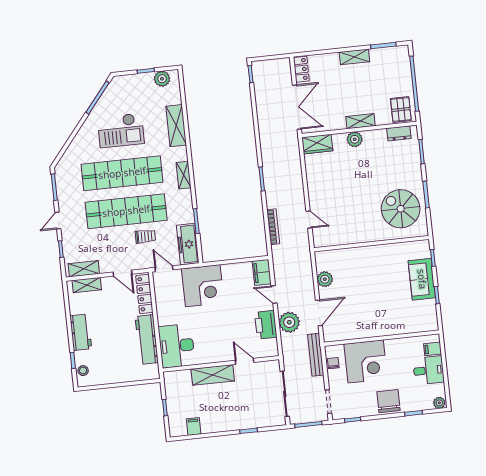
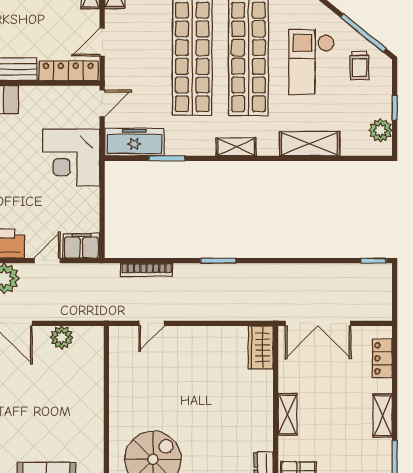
locker: (301, 69) -> (382, 358), moved, turned 90
plant: (355, 139) -> (262, 403), removed
trolley: (145, 236) -> (359, 66), moved

